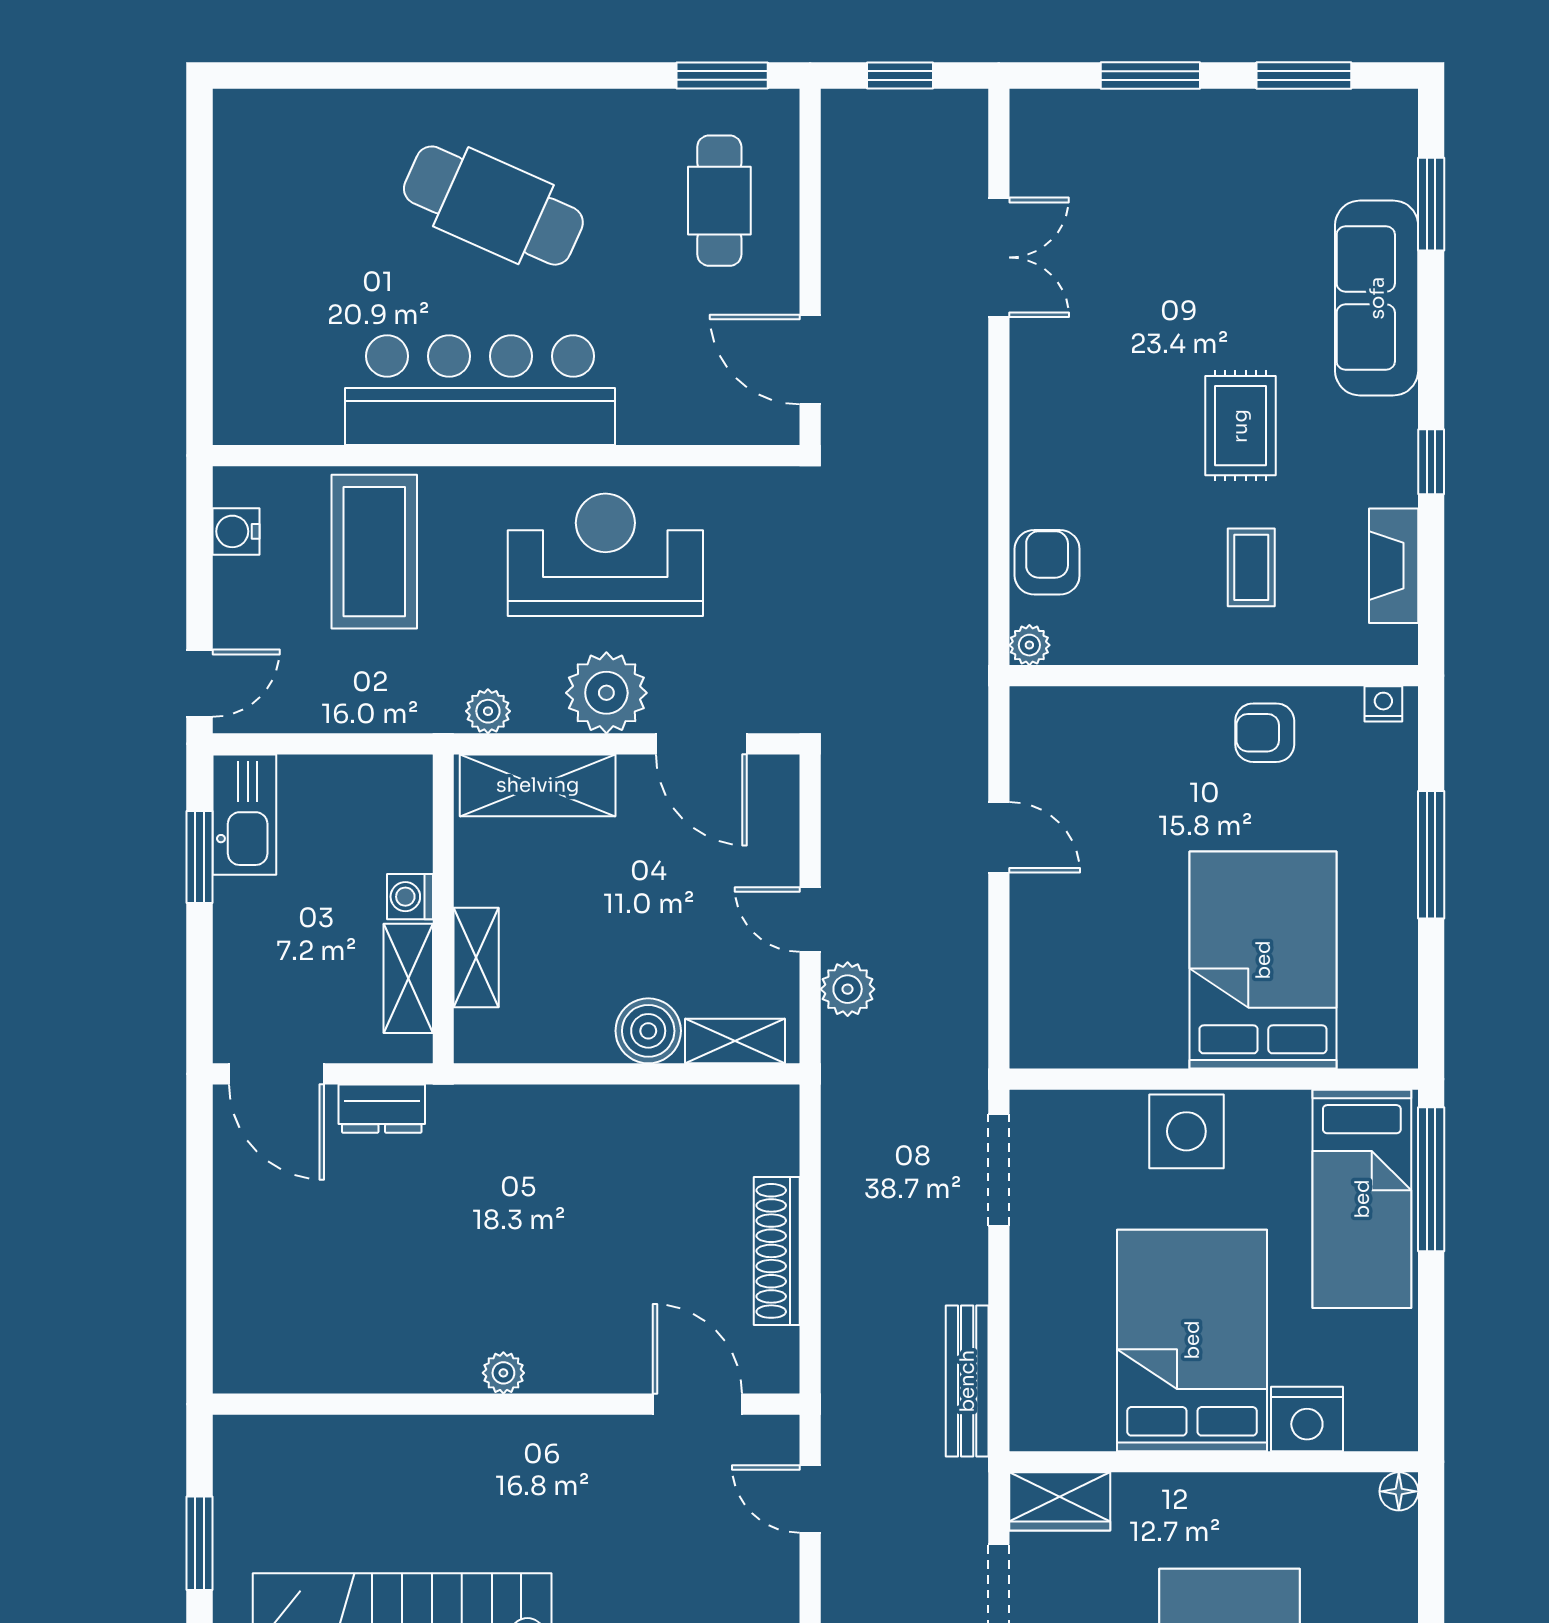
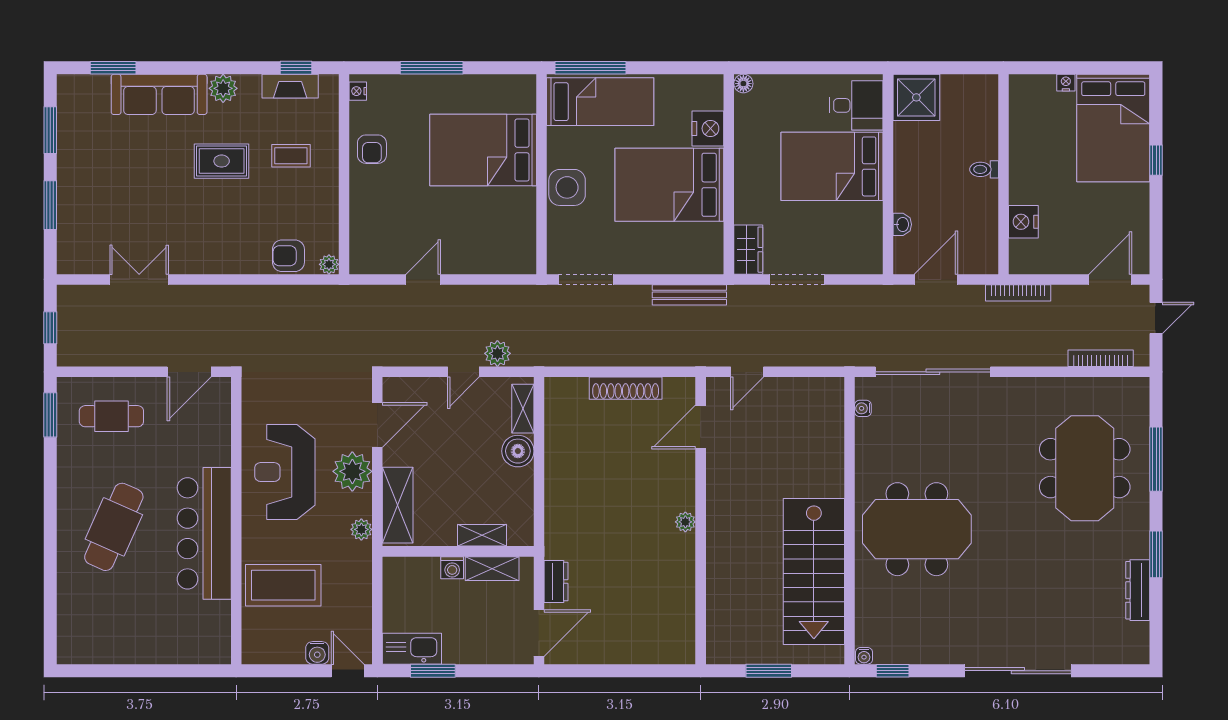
plant: (1389, 429) -> (223, 88), added
window: (1431, 462) -> (296, 68), moved
water cooler: (236, 531) -> (317, 653), moved

